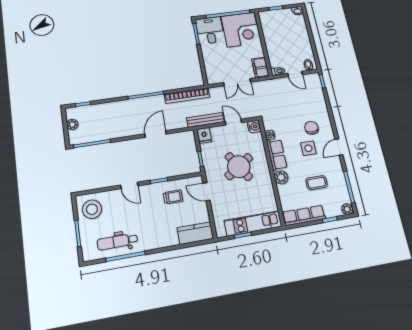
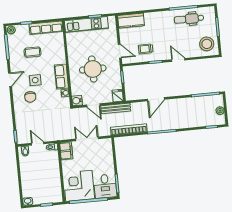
round table: (239, 167) -> (93, 69), turned 33
plant: (281, 177) -> (60, 58), removed
dental chair: (117, 242) -> (189, 19), turned 180

